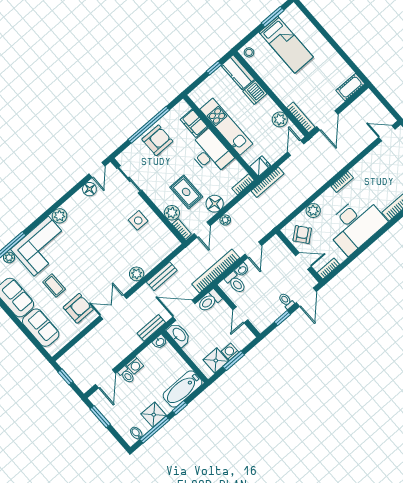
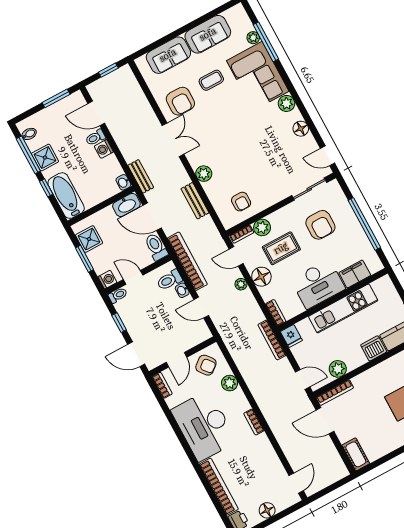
armchair: (157, 140) -> (320, 225), moved
floor lamp: (89, 189) -> (301, 129), moved
side table: (138, 220) -> (262, 189), removed
armchair: (154, 236) -> (241, 202), added
toilet: (286, 301) -> (118, 295), moved
door: (184, 310) -> (152, 217), swing flipped
washing machine: (230, 352) -> (107, 280), moved

